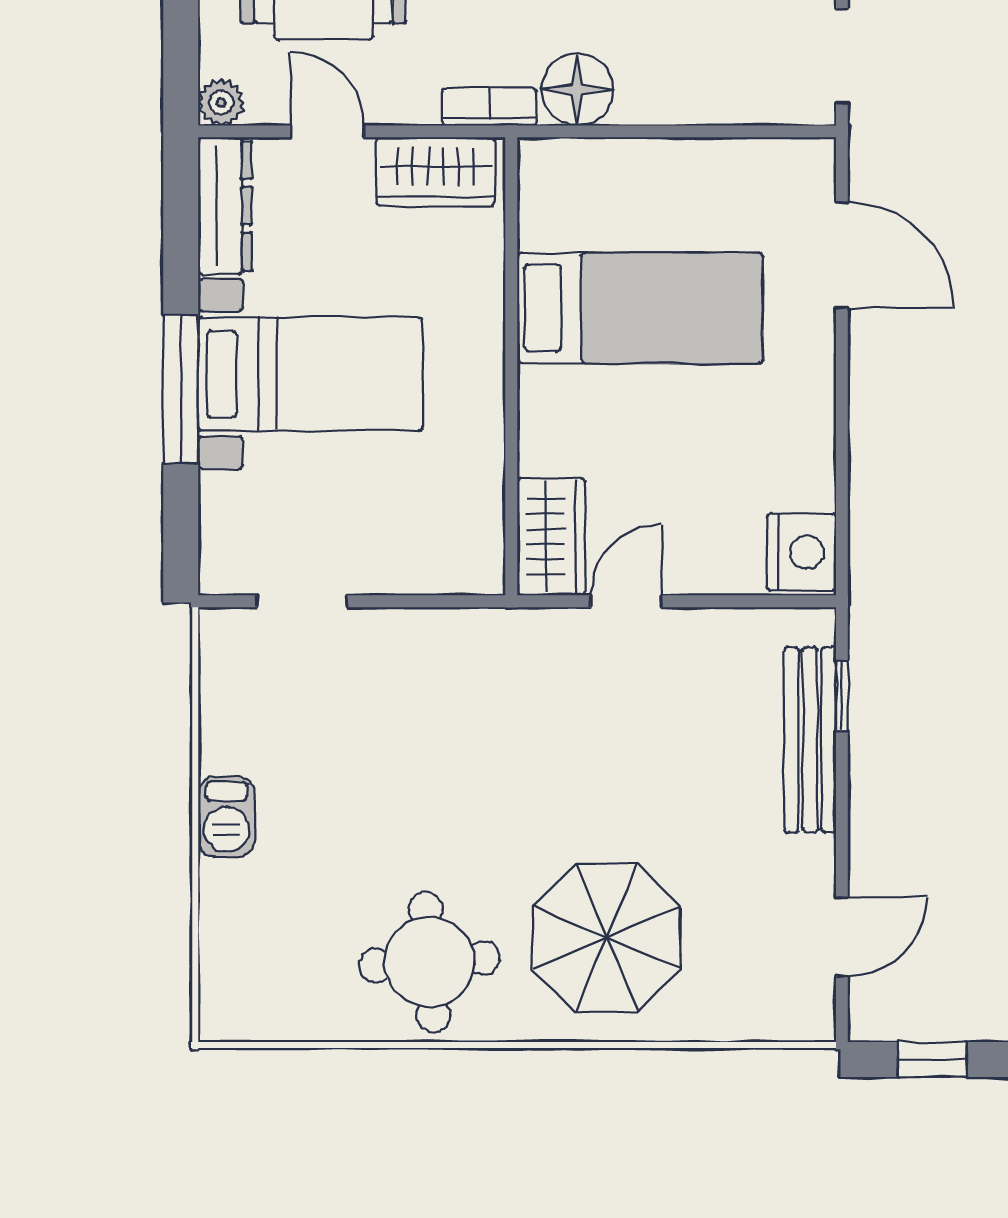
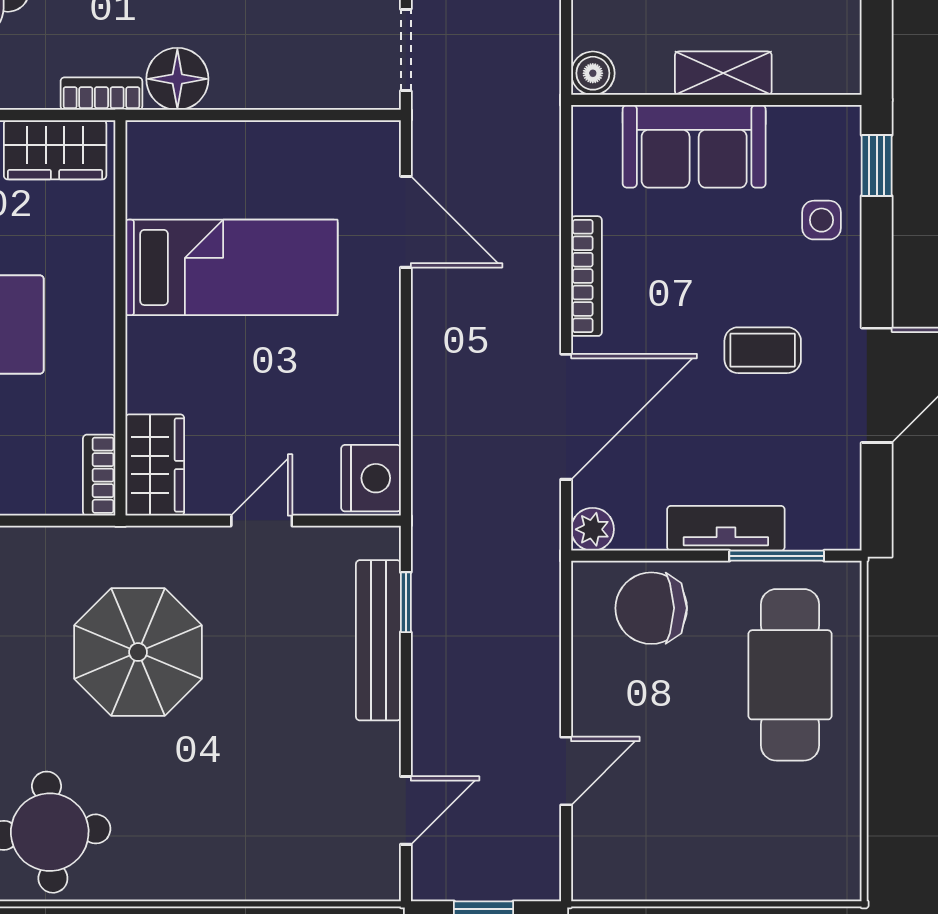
bookcase: (487, 549) -> (99, 475), added
door: (626, 601) -> (262, 521), moved
parasol: (606, 938) -> (138, 652), moved

